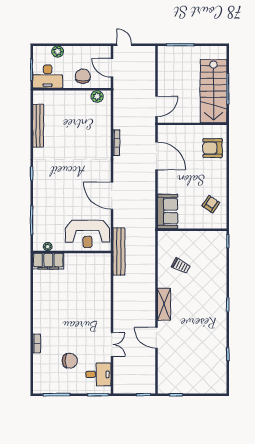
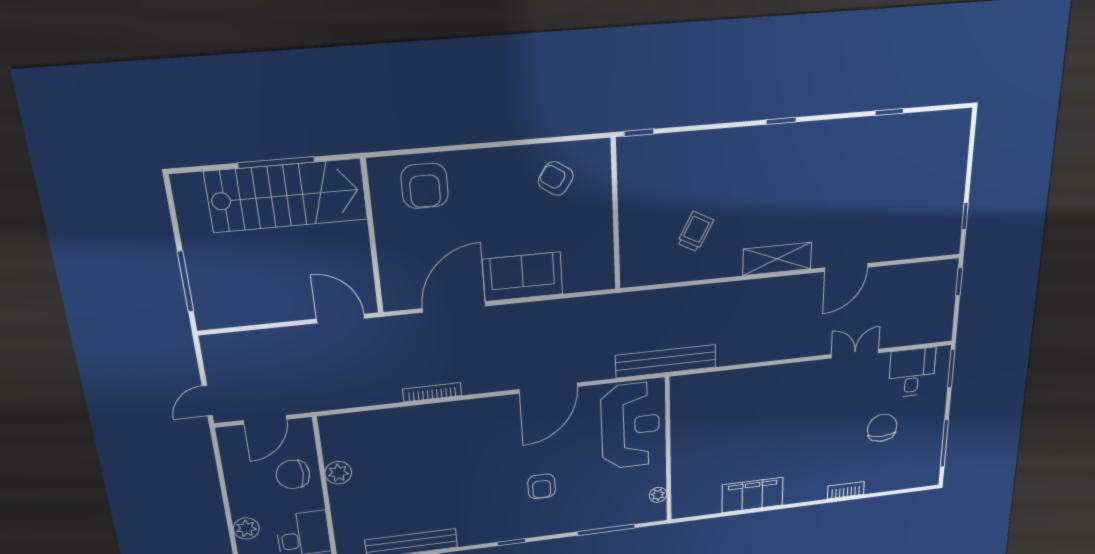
plant: (97, 96) -> (338, 473), moved
armchair: (61, 190) -> (542, 486), added
sofa: (168, 211) -> (523, 277), moved
filing cabinet: (48, 261) -> (752, 495), moved, turned -90

